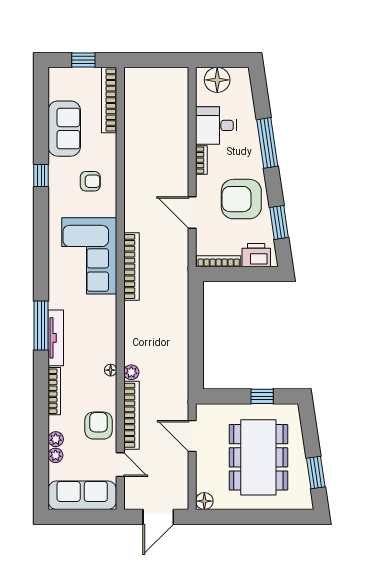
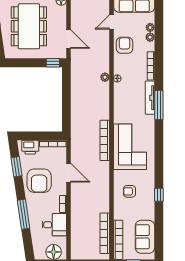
sofa: (64, 129) -> (145, 237), moved
armchair: (241, 199) -> (39, 181), turned 90
window: (262, 396) -> (53, 63), moved
bookcase: (132, 415) -> (105, 233), moved
armchair: (99, 426) -> (124, 45), turned 180
door: (120, 465) -> (112, 22), hinge flipped

